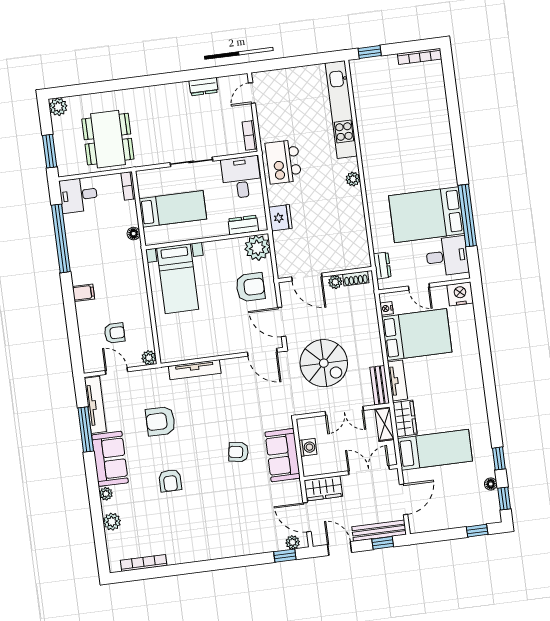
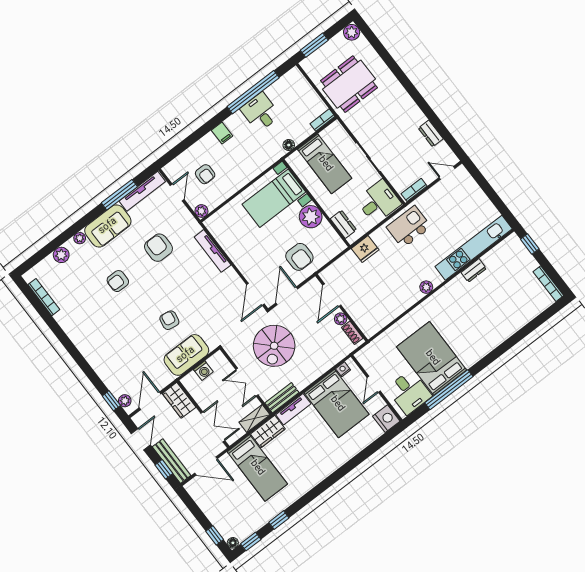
desk: (79, 195) -> (260, 112), moved
plant: (257, 248) -> (311, 217), moved
dresser: (382, 265) -> (474, 270), moved
floor lamp: (491, 484) -> (233, 543), moved

